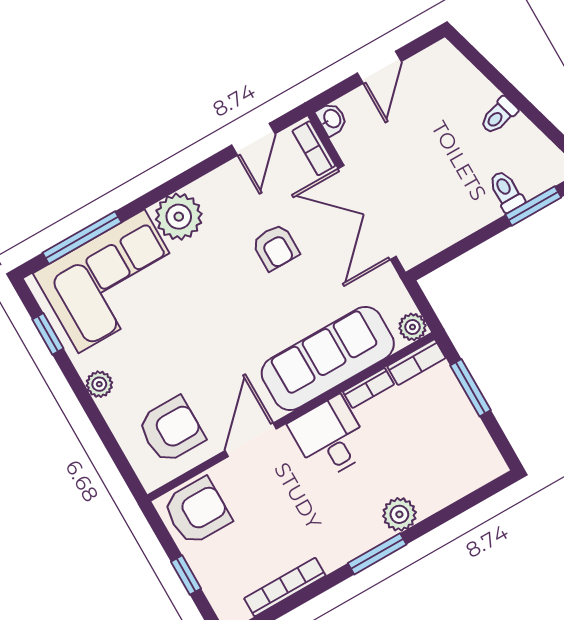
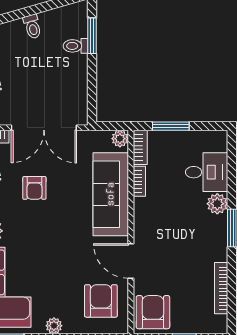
armchair: (276, 247) -> (34, 188), turned 90
desk: (330, 438) -> (207, 172), moved, turned 180

